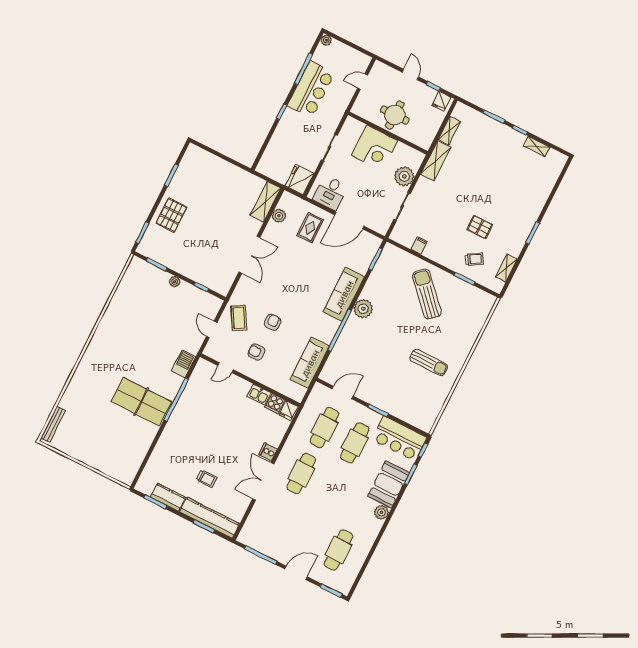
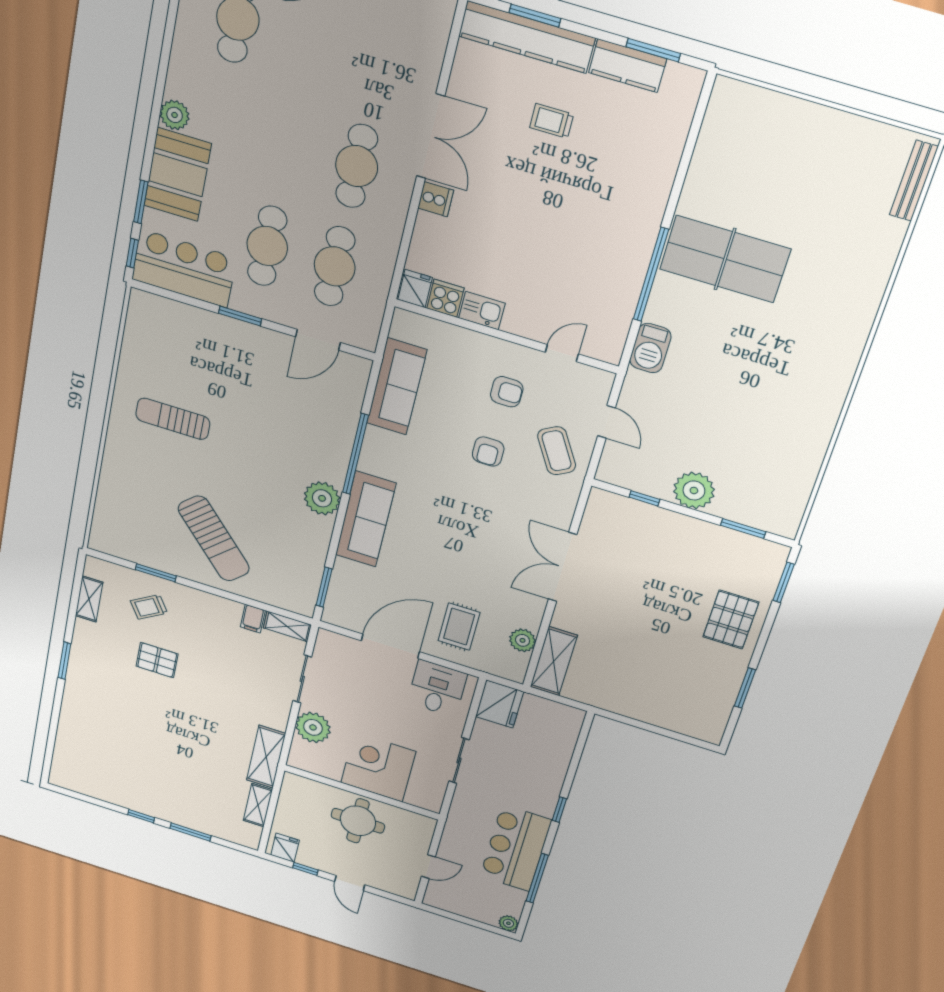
shelving: (537, 147) -> (287, 626), moved
plant: (175, 282) -> (694, 490), width x1.88, depth x1.88

